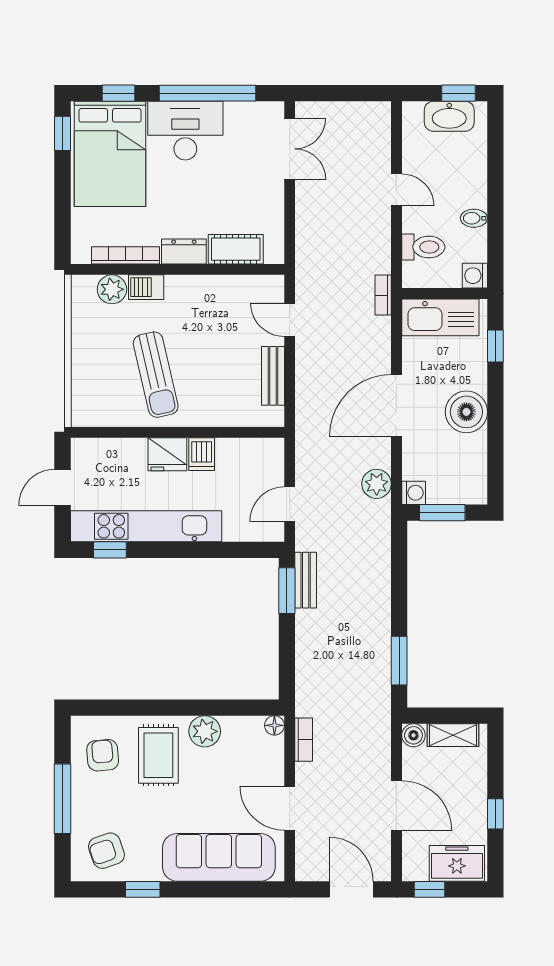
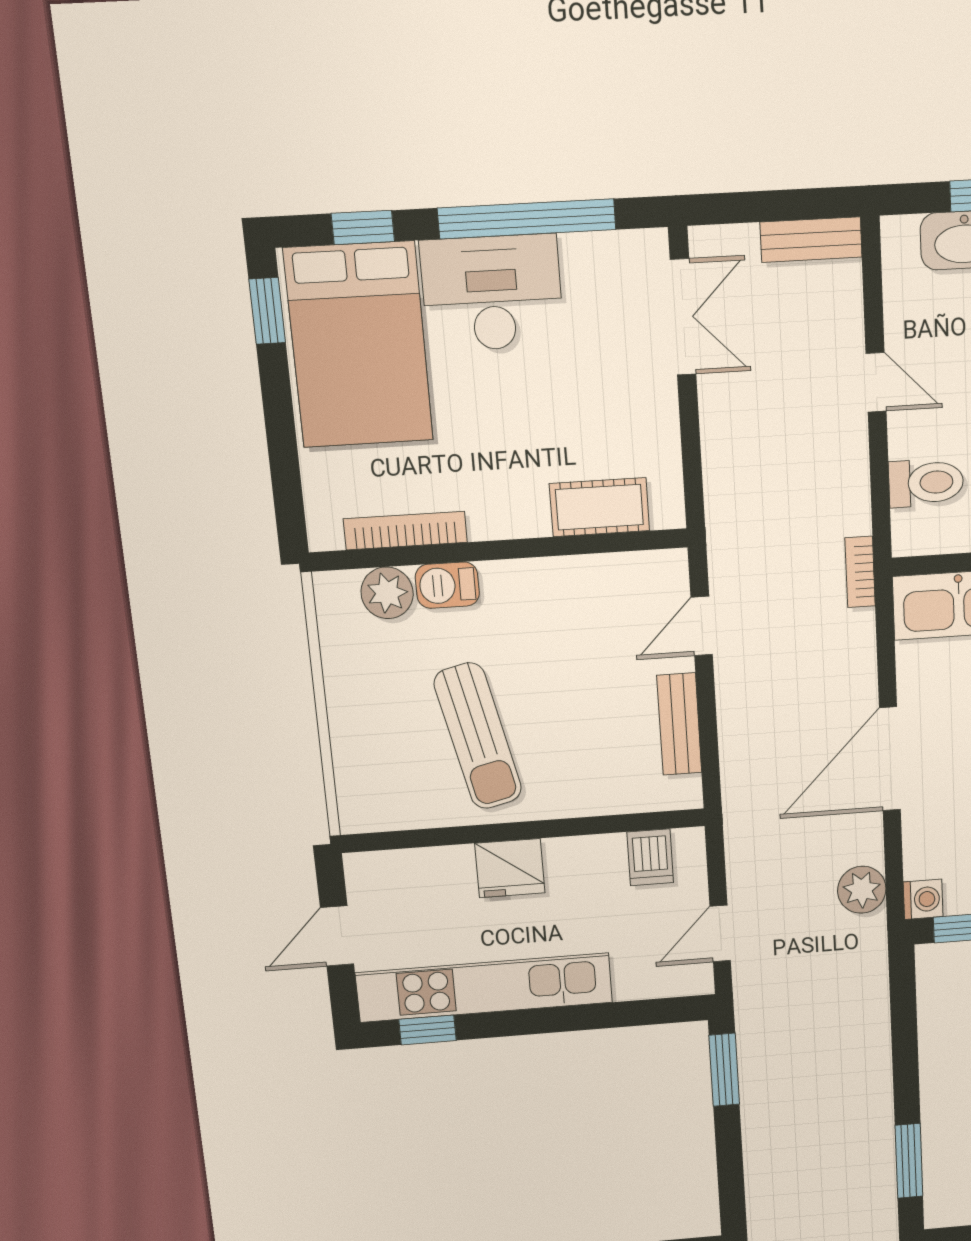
dresser: (184, 252) -> (508, 517), removed
door: (290, 320) -> (702, 626), hinge flipped
dishwasher: (202, 454) -> (650, 857), moved
bench: (306, 580) -> (811, 240), moved, turned 90

